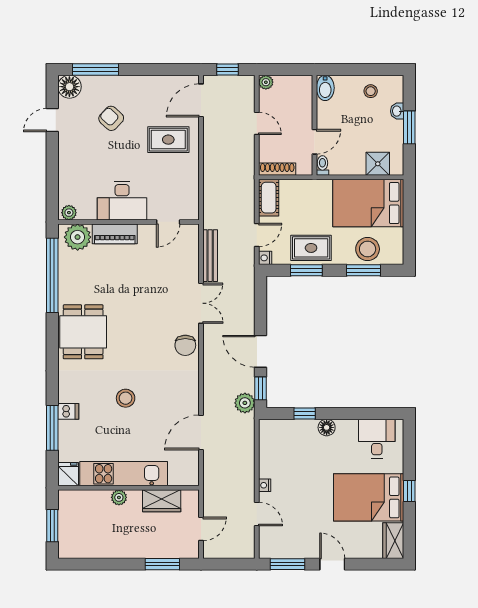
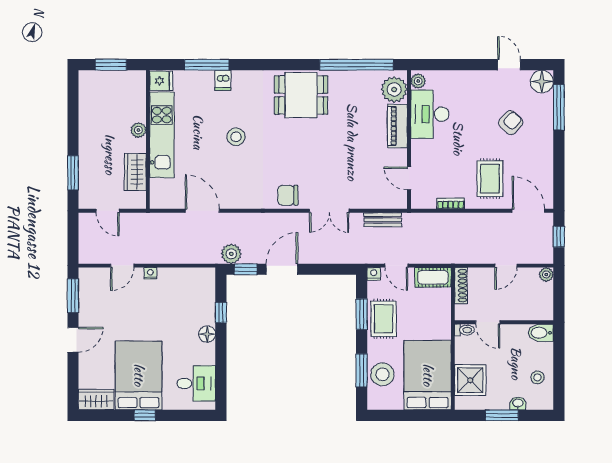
shower: (378, 164) -> (470, 380), width x1.36, depth x1.36
bookcase: (194, 180) -> (451, 203), added
desk: (122, 201) -> (430, 114), moved
bench: (210, 256) -> (383, 220), width x0.73

